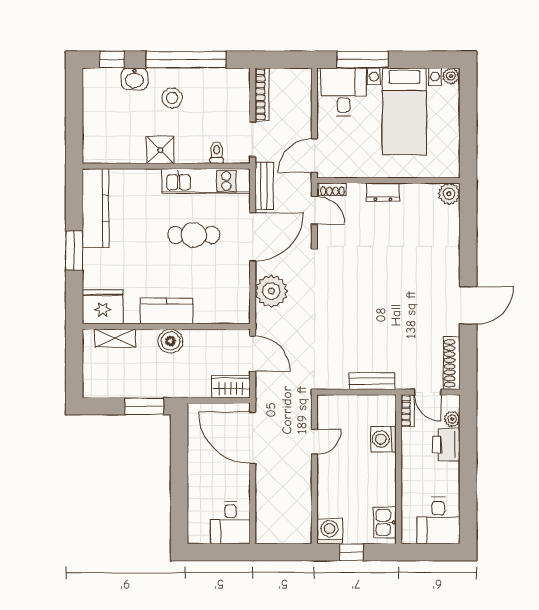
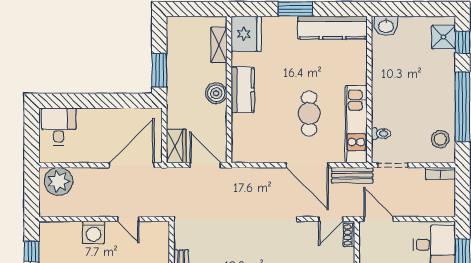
washbasin: (134, 79) -> (386, 26), moved, turned -90
bookcase: (262, 95) -> (440, 173), width x0.64
stool: (172, 98) -> (440, 139), moved
shower: (160, 150) -> (443, 37), moved
plant: (271, 291) -> (58, 181), moved
door: (253, 354) -> (205, 165), swing flipped
desk: (230, 523) -> (59, 127), moved, turned 90
washing machine: (329, 531) -> (94, 232), moved, turned 90

